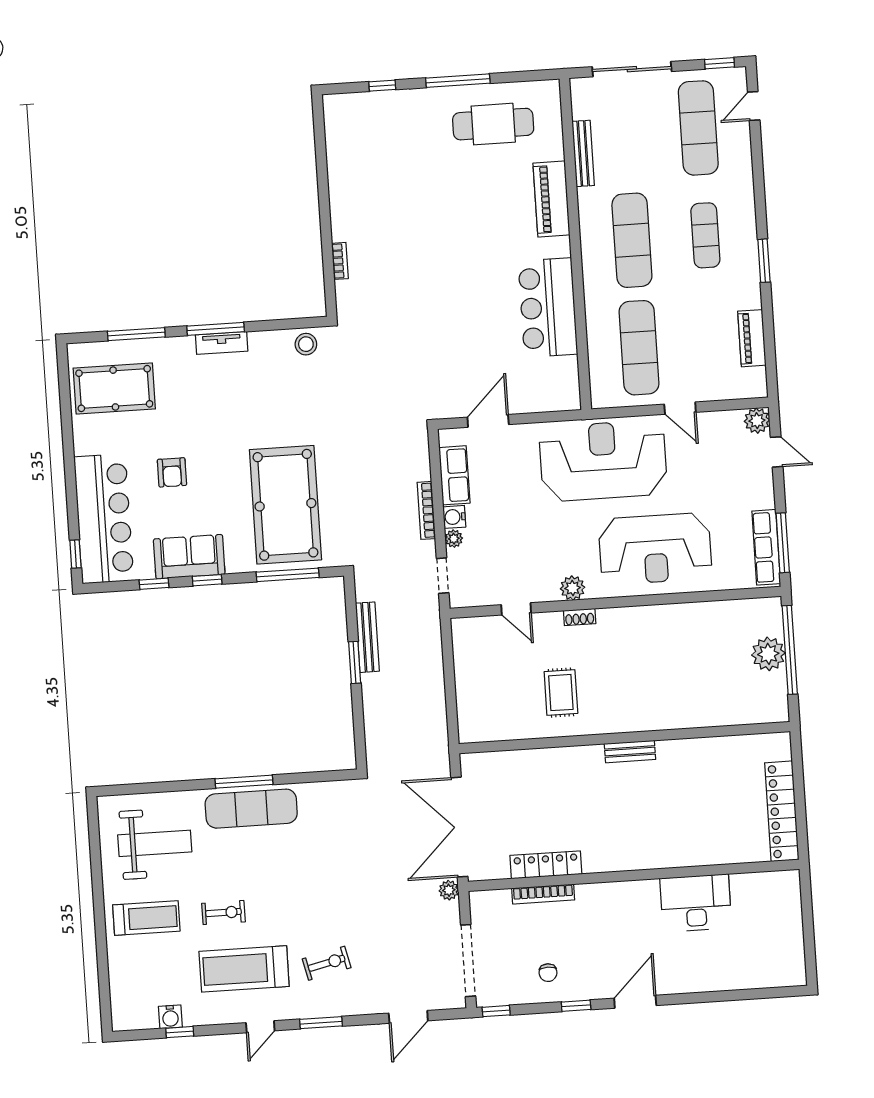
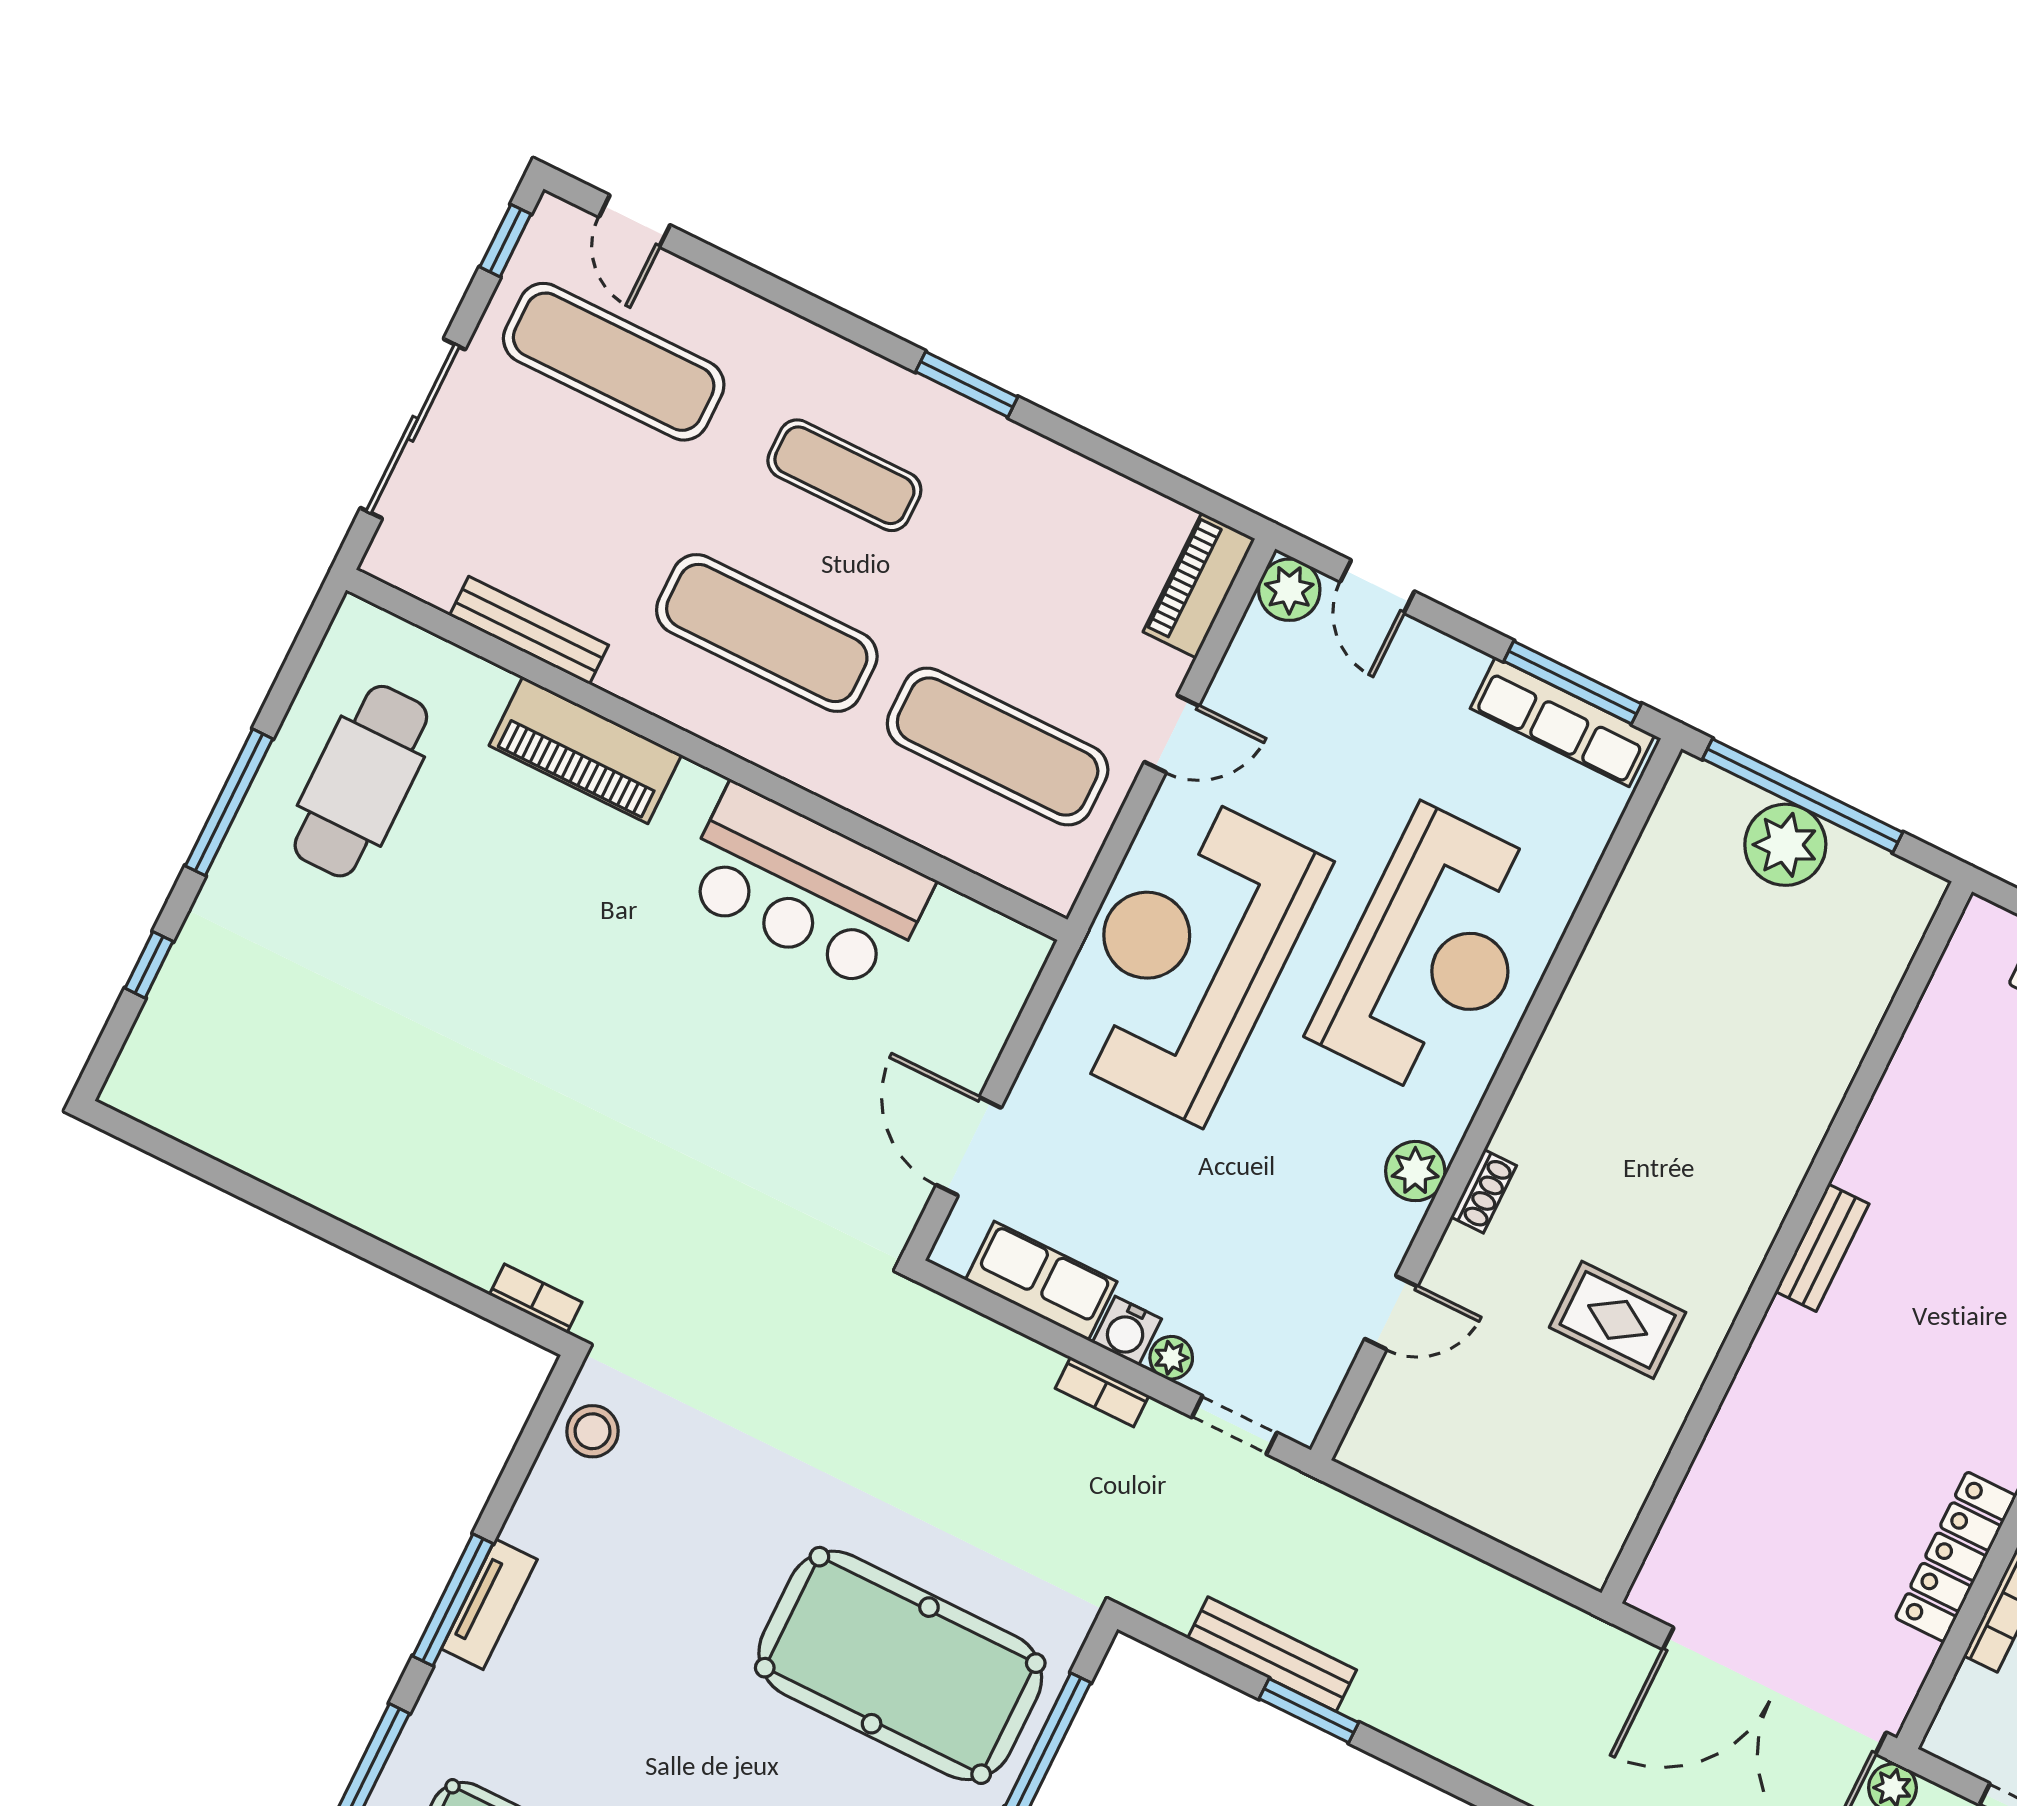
bookcase: (340, 261) -> (536, 1298), moved
piano: (752, 338) -> (1199, 585), moved, turned 90
door: (777, 452) -> (1377, 586), swing flipped
bookcase: (426, 510) -> (1102, 1392), width x0.64

